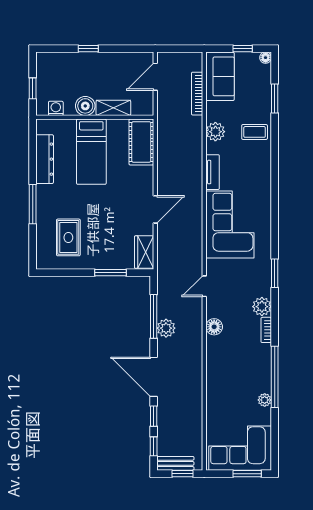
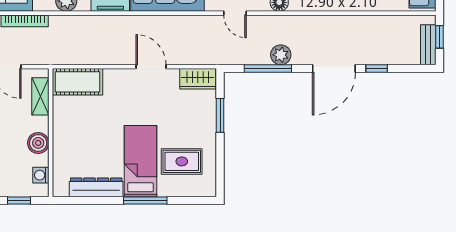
shelving: (113, 108) -> (40, 96), moved
bed: (91, 152) -> (140, 161), moved, turned -90
window: (154, 446) -> (410, 68), removed

